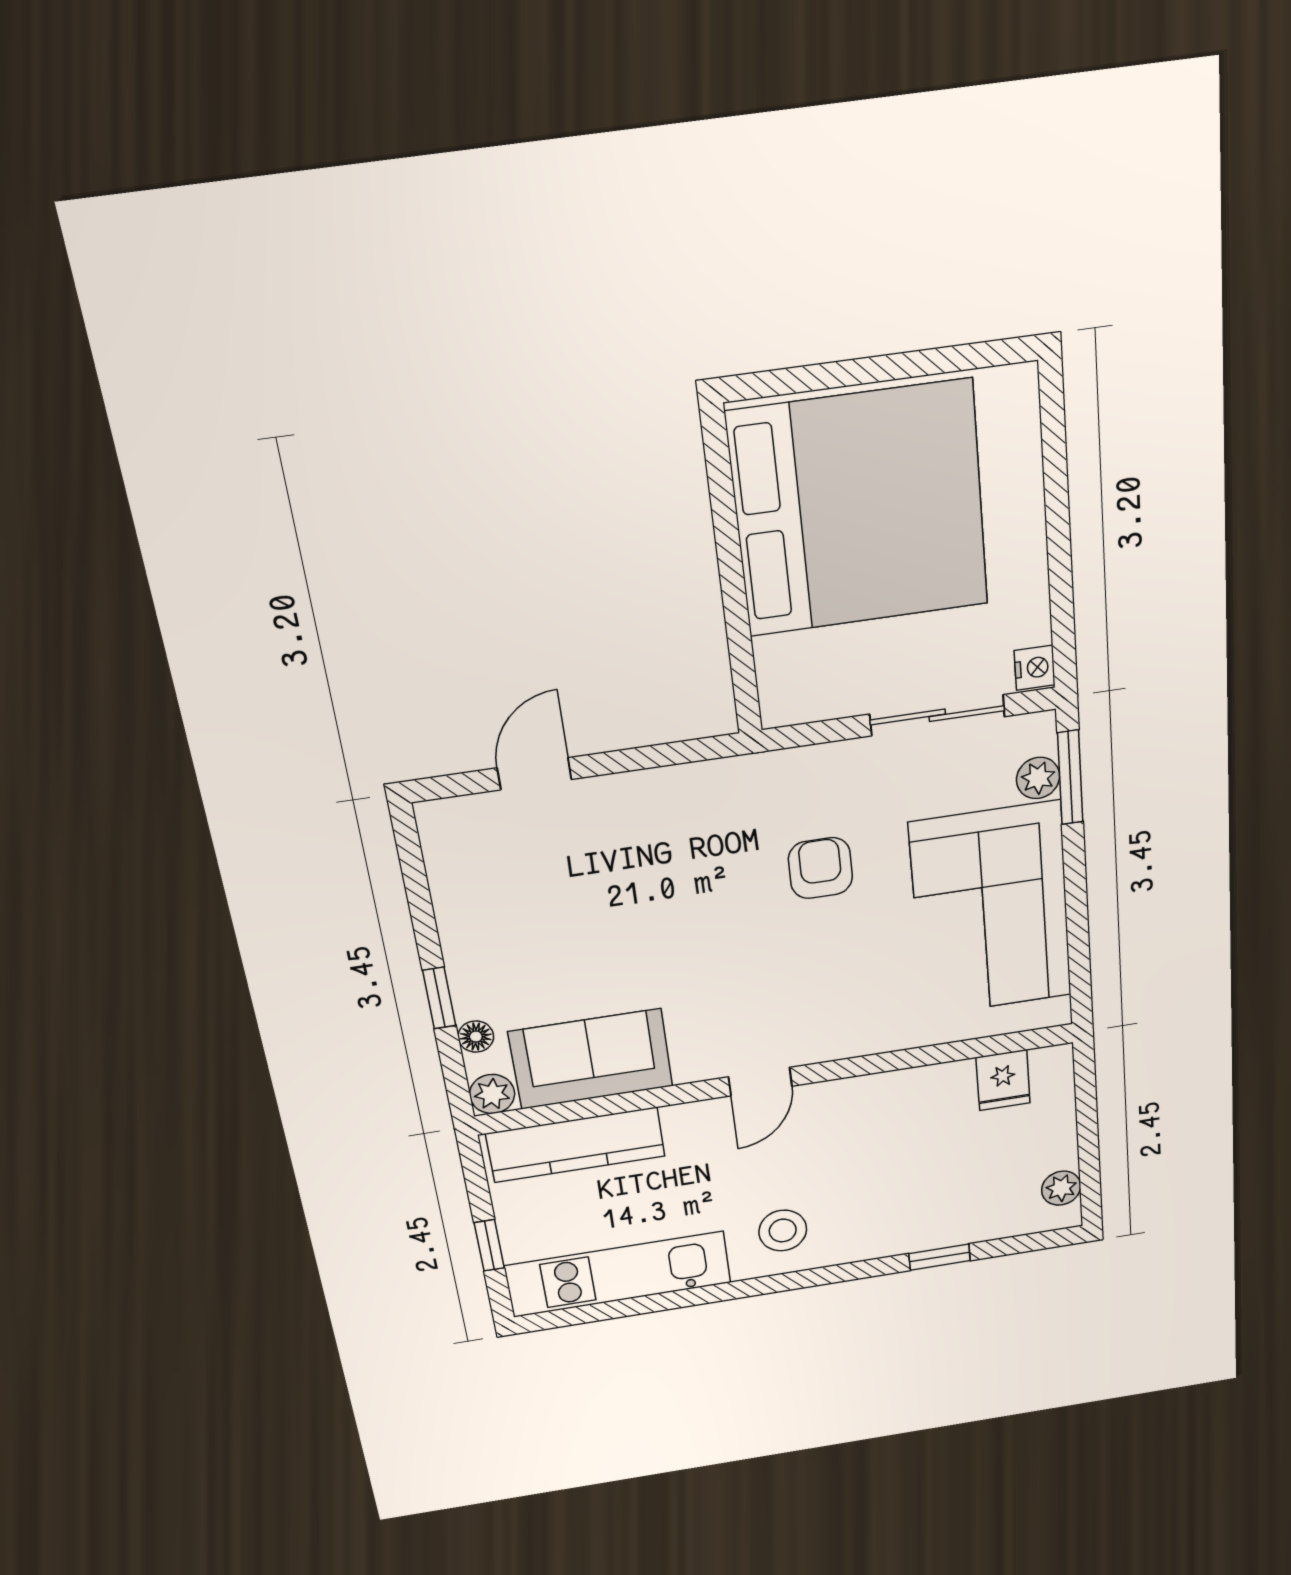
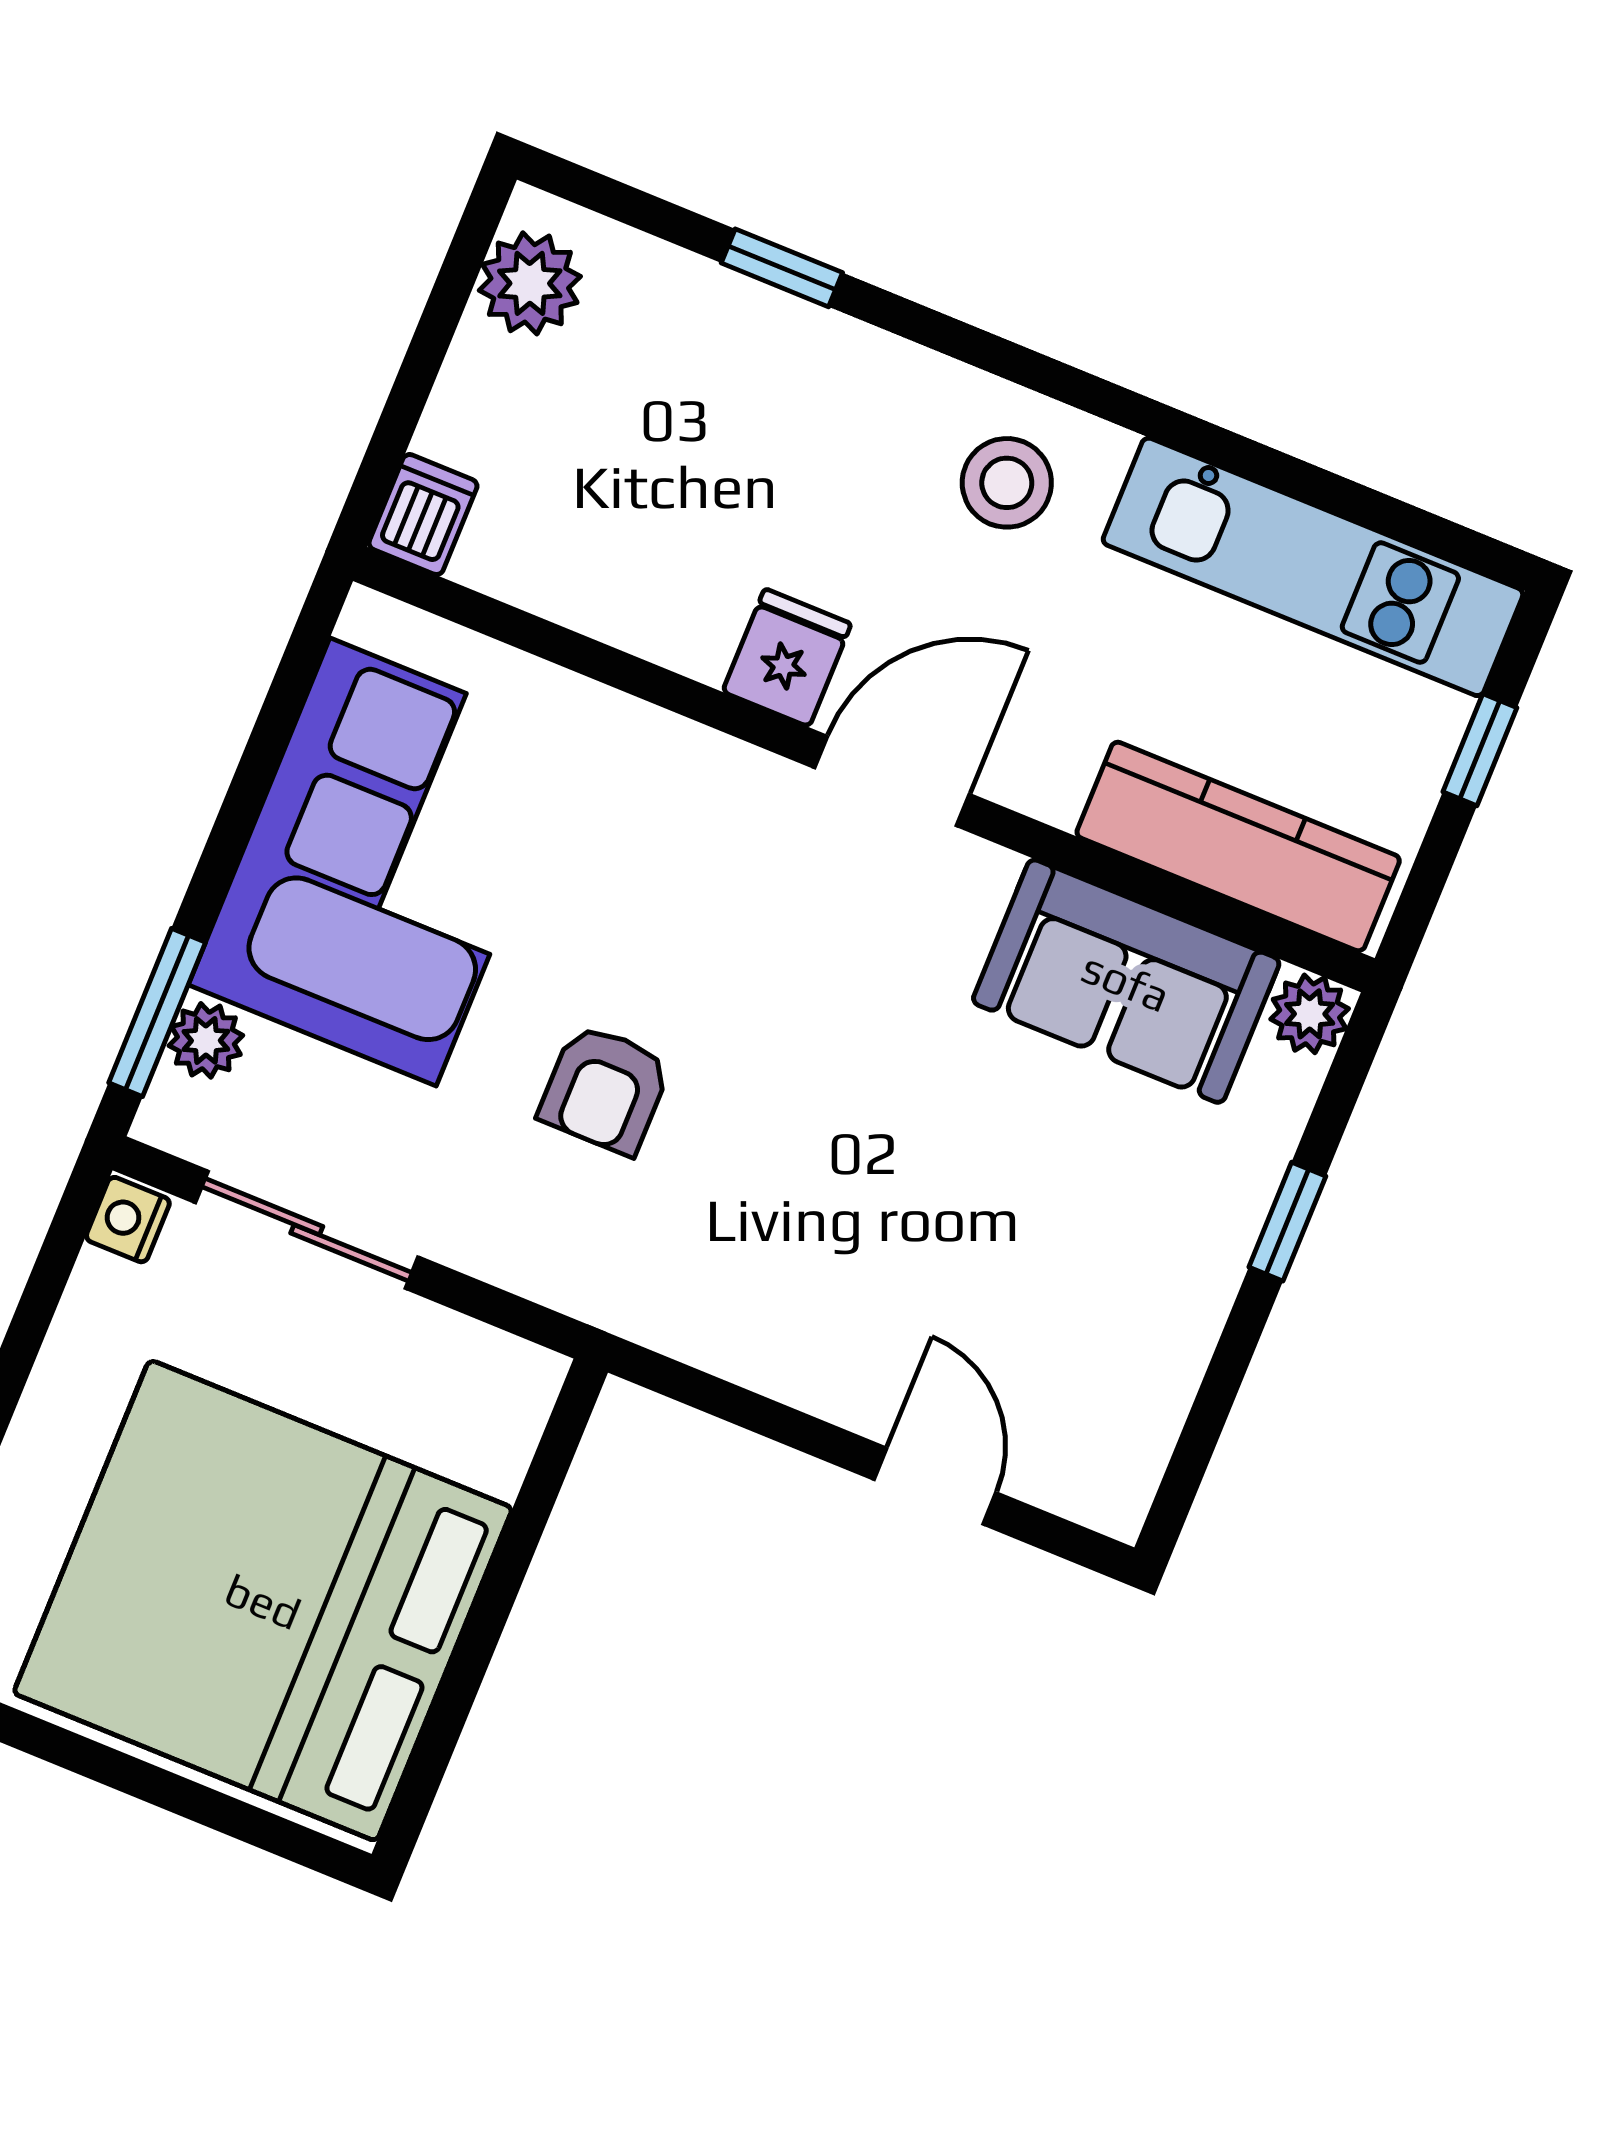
door: (534, 774) -> (935, 1486), swing flipped
floor lamp: (476, 1037) -> (1274, 1125), removed
dishwasher: (1053, 1070) -> (423, 515), added
fridge: (1003, 1080) -> (787, 658), moved
door: (760, 1082) -> (892, 781), width x1.38
plant: (1061, 1188) -> (530, 283), width x1.38, depth x1.38

